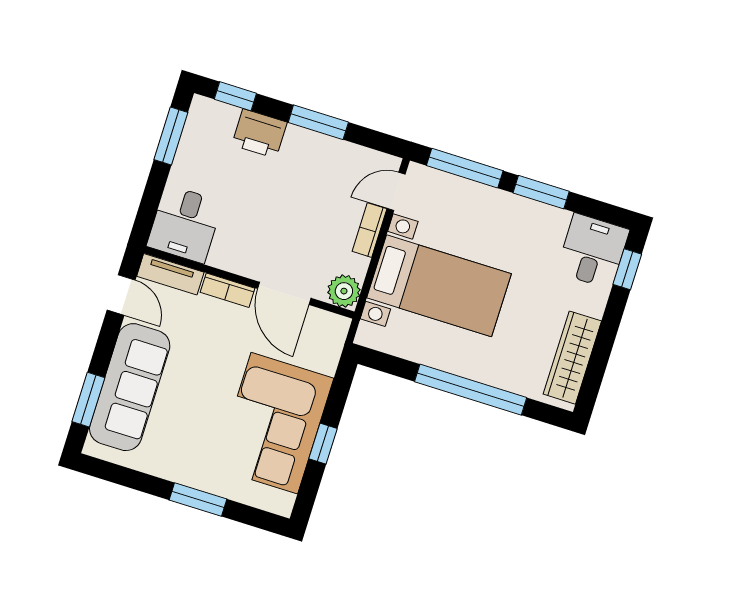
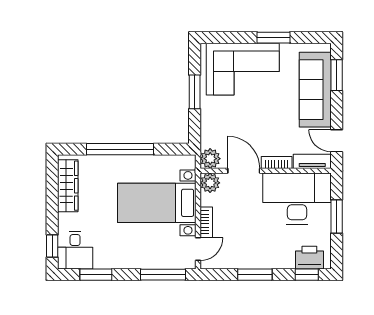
printer: (259, 134) -> (309, 258), moved
window: (171, 136) -> (337, 217), moved
window: (541, 192) -> (96, 275), moved
desk: (185, 224) -> (297, 199), width x1.87, depth x1.30
plant: (331, 330) -> (210, 159), added
corner sofa: (274, 423) -> (243, 69), moved, turned 90
window: (323, 444) -> (195, 92), width x1.50
window: (198, 500) -> (273, 38), moved

